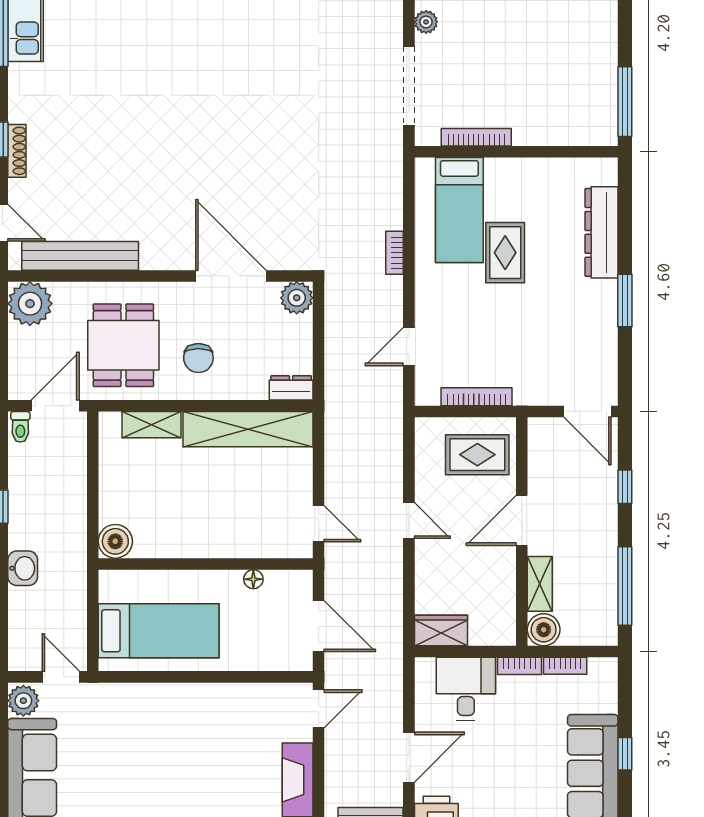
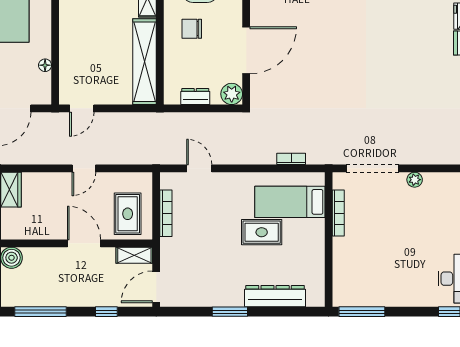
bookcase: (395, 253) -> (291, 159), moved
dresser: (291, 388) -> (195, 97), moved, turned -90
shelving: (540, 584) -> (134, 255), moved

